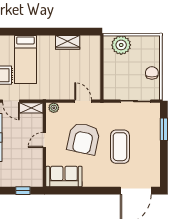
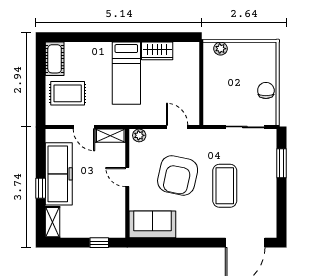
plant: (121, 45) -> (220, 49), width x0.53, depth x0.53
bed: (25, 60) -> (126, 73), moved
door: (44, 140) -> (127, 177), hinge flipped

